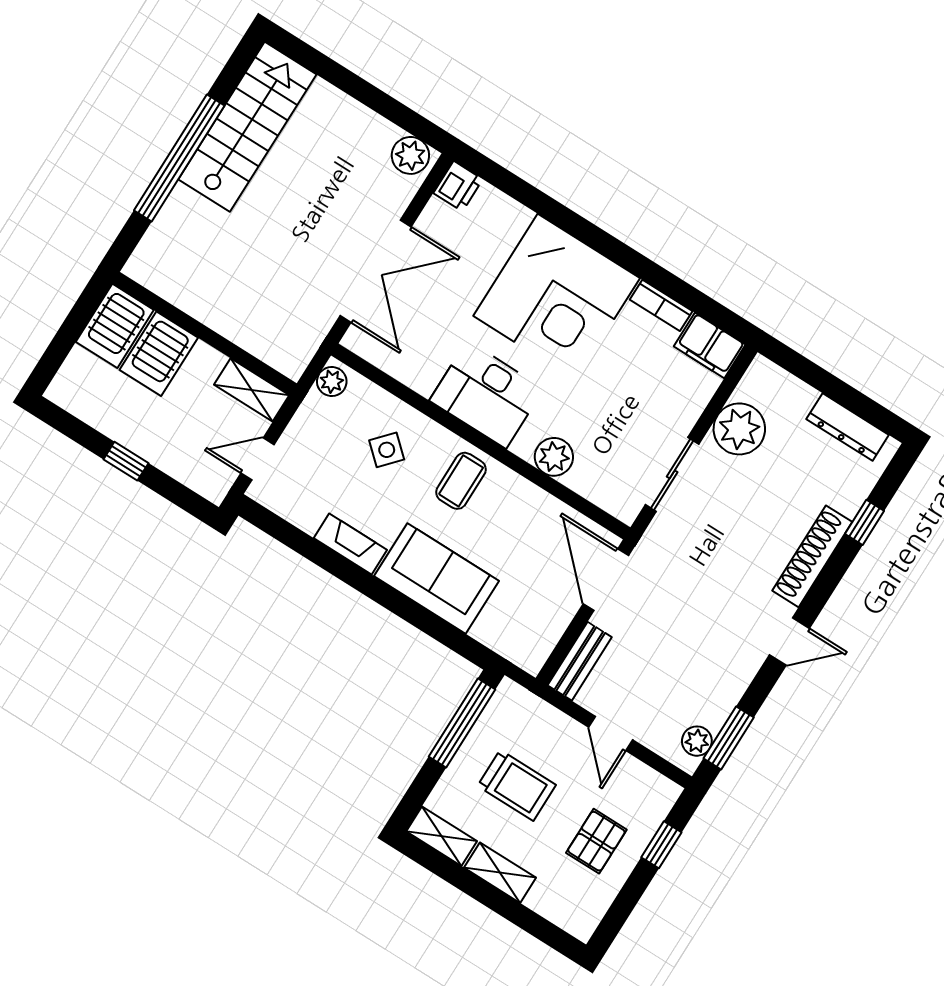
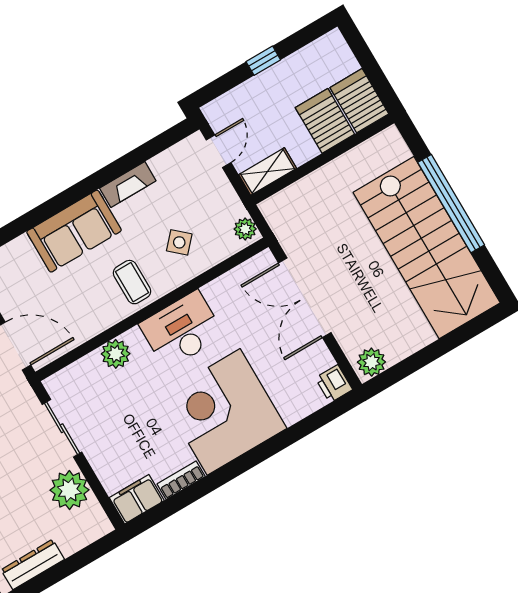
stairs: (247, 127) -> (427, 248), width x1.36, depth x1.51

